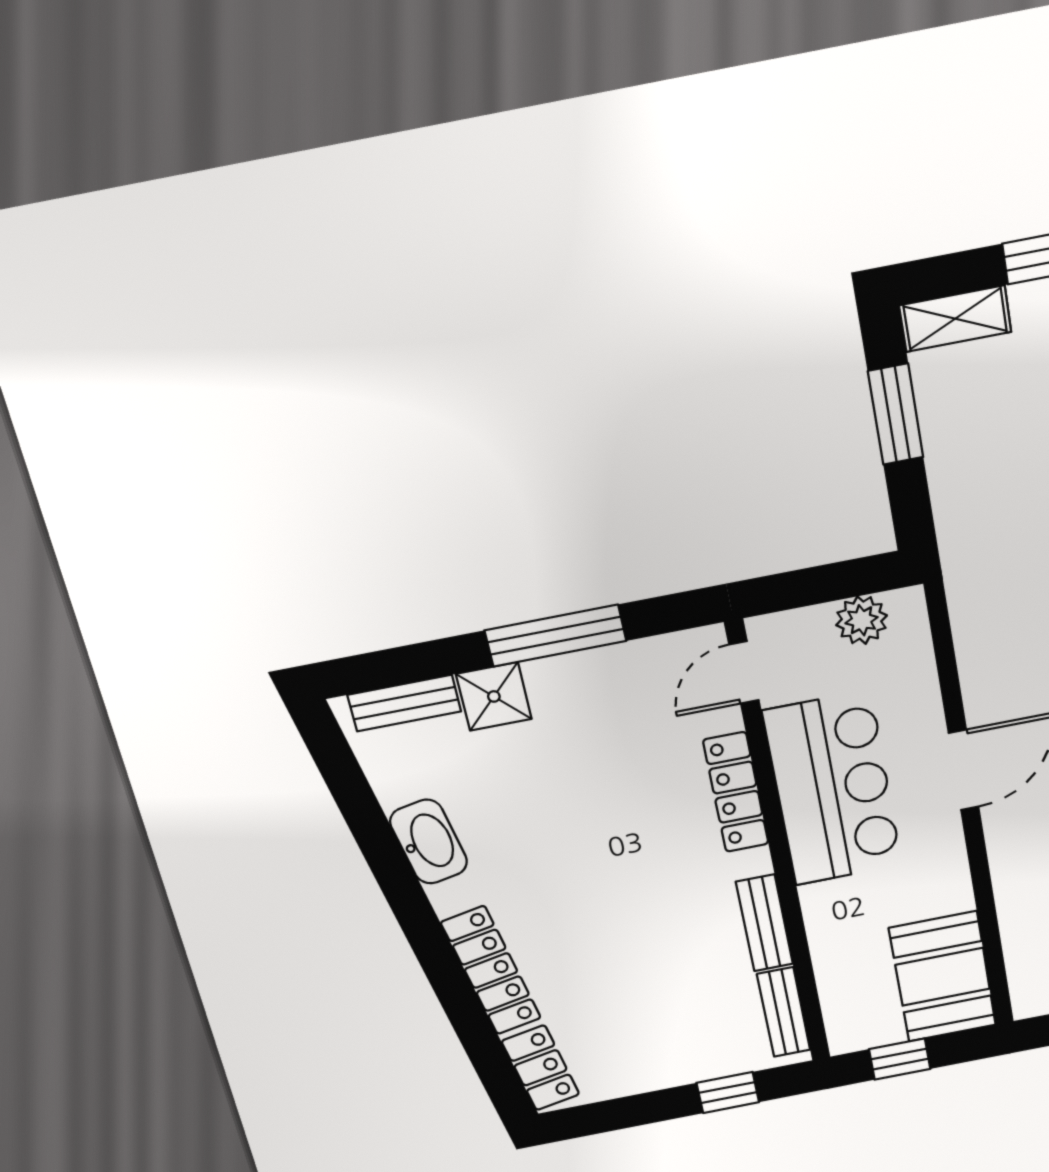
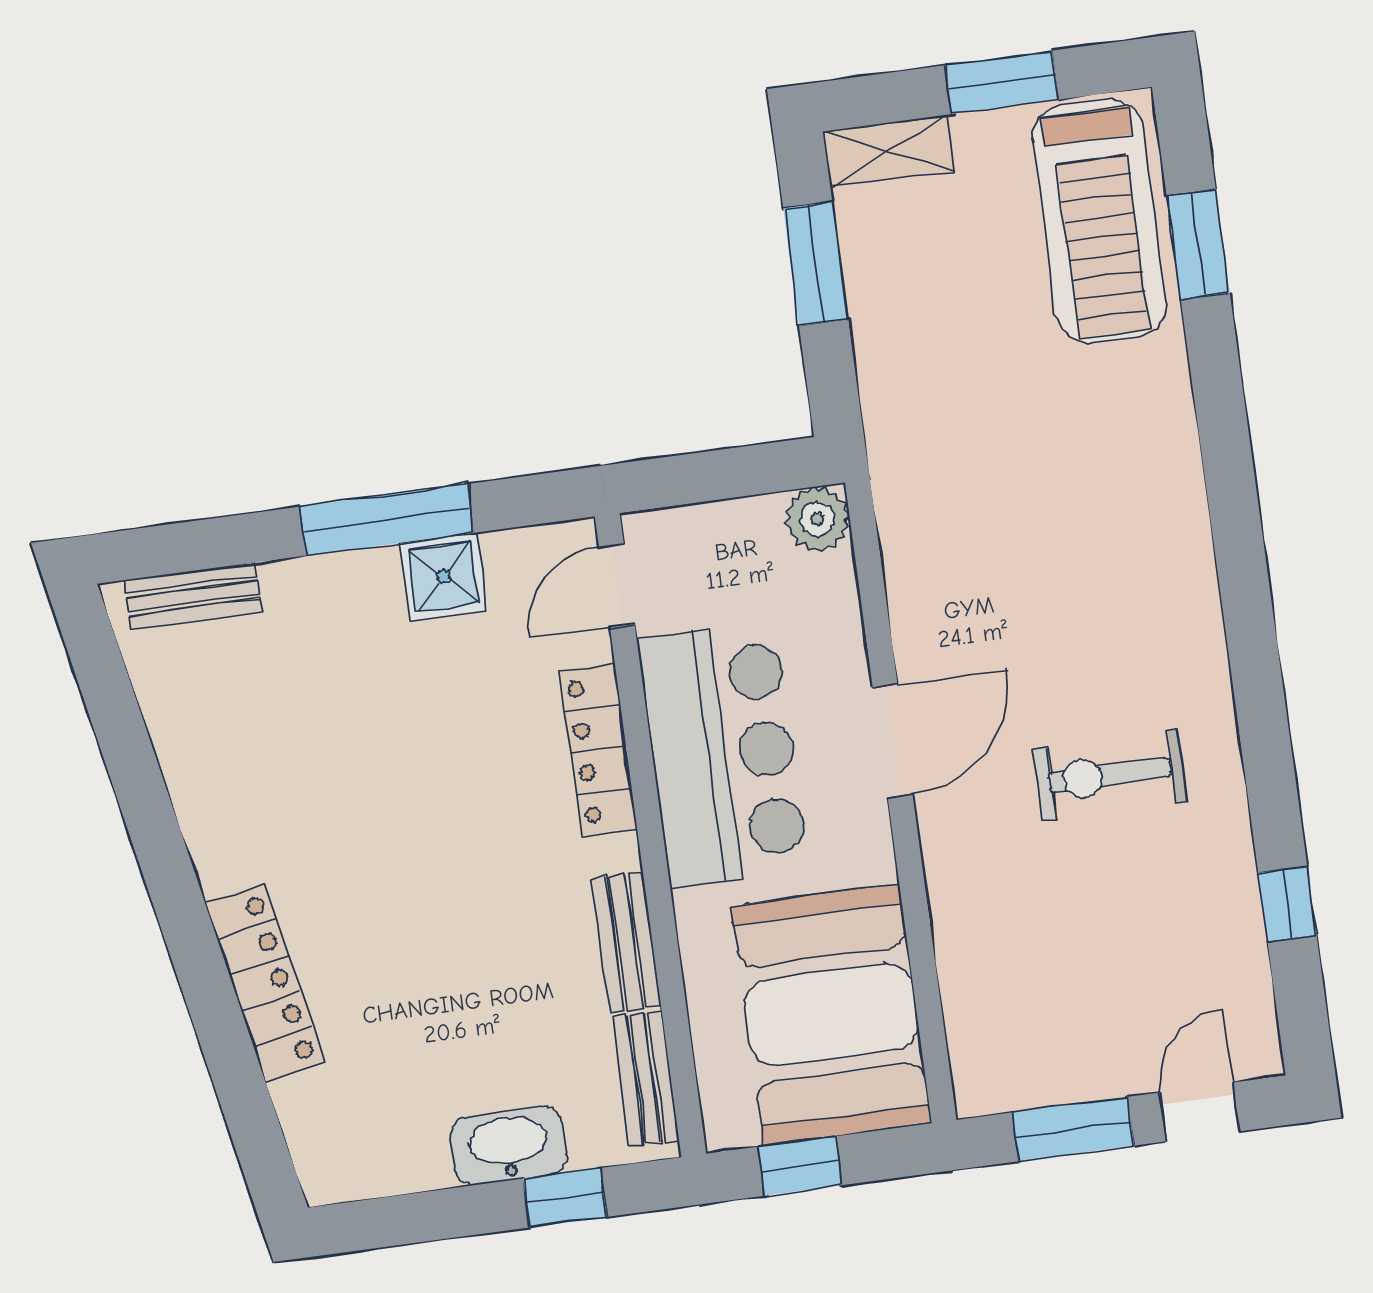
plant: (862, 620) -> (817, 519), moved
shower: (494, 696) -> (443, 576), moved
washbasin: (429, 842) -> (508, 1145), moved, turned -79
booth: (943, 977) -> (832, 1015), width x1.36, depth x1.42
locker: (540, 1068) -> (317, 1136), removed

